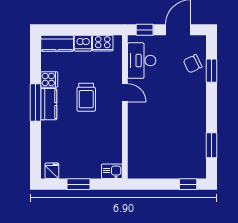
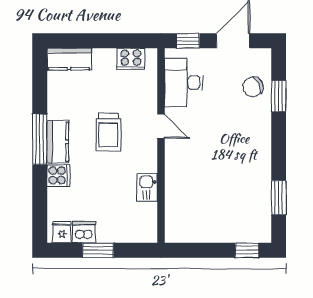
dishwasher: (83, 43) -> (84, 232), moved, turned 180
cooker: (49, 79) -> (58, 175), moved
kitchen sink: (112, 171) -> (147, 187), moved, turned -90

